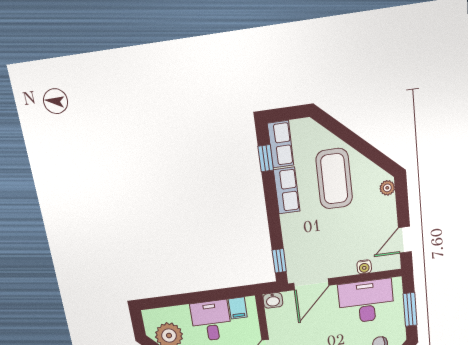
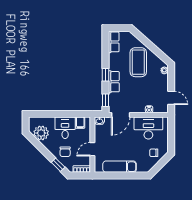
window: (266, 158) -> (106, 75), moved
row of seats: (287, 190) -> (114, 82), moved
door: (405, 240) -> (171, 98), swing flipped
window: (410, 309) -> (171, 136), removed

